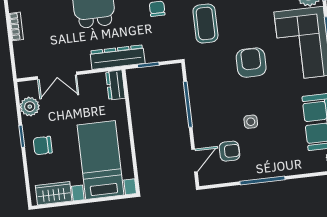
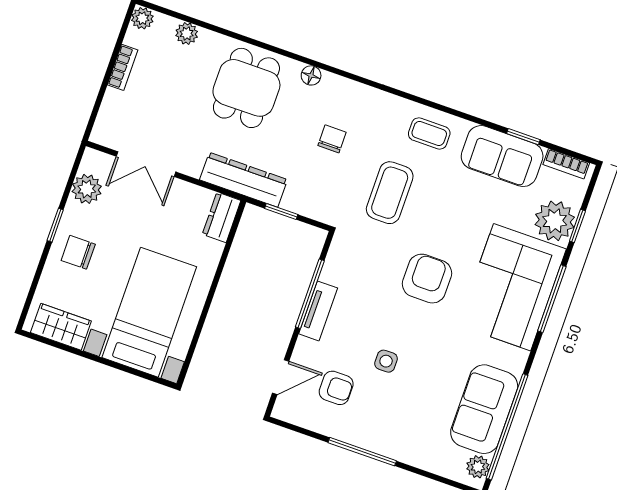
tv unit: (197, 112) -> (318, 311), added

